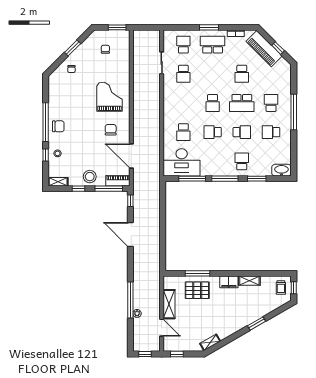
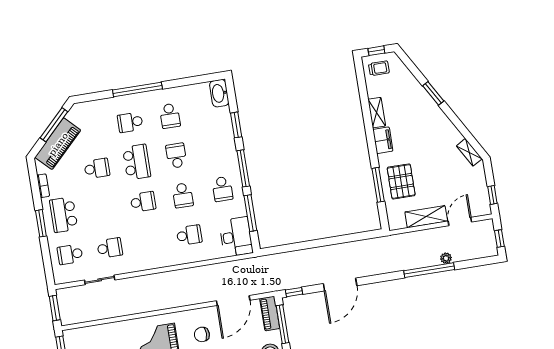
window: (147, 27) -> (55, 308), added
window: (278, 48) -> (54, 125), width x2.17
school desk: (242, 161) -> (222, 189), moved, turned -90
desk: (182, 162) -> (236, 237), width x0.73, depth x0.77

